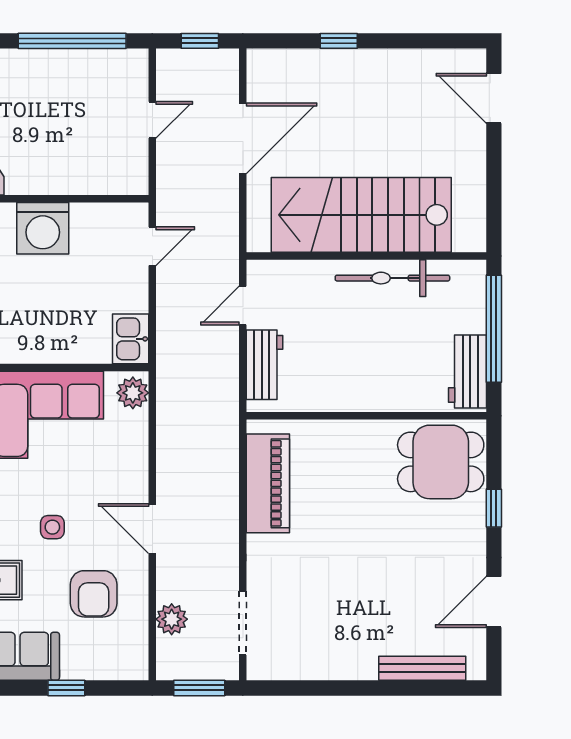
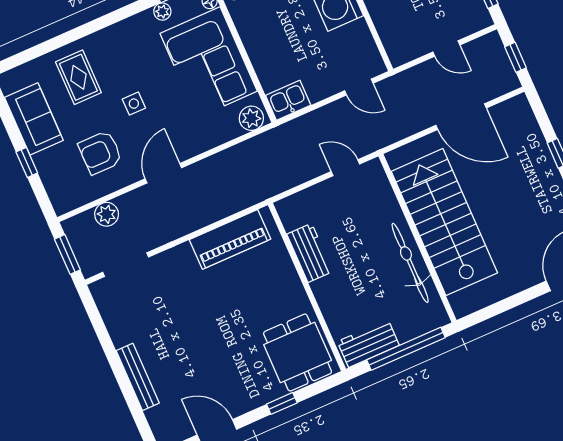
workbench: (264, 365) -> (310, 253), moved, turned -90
bench: (422, 668) -> (138, 377), moved

